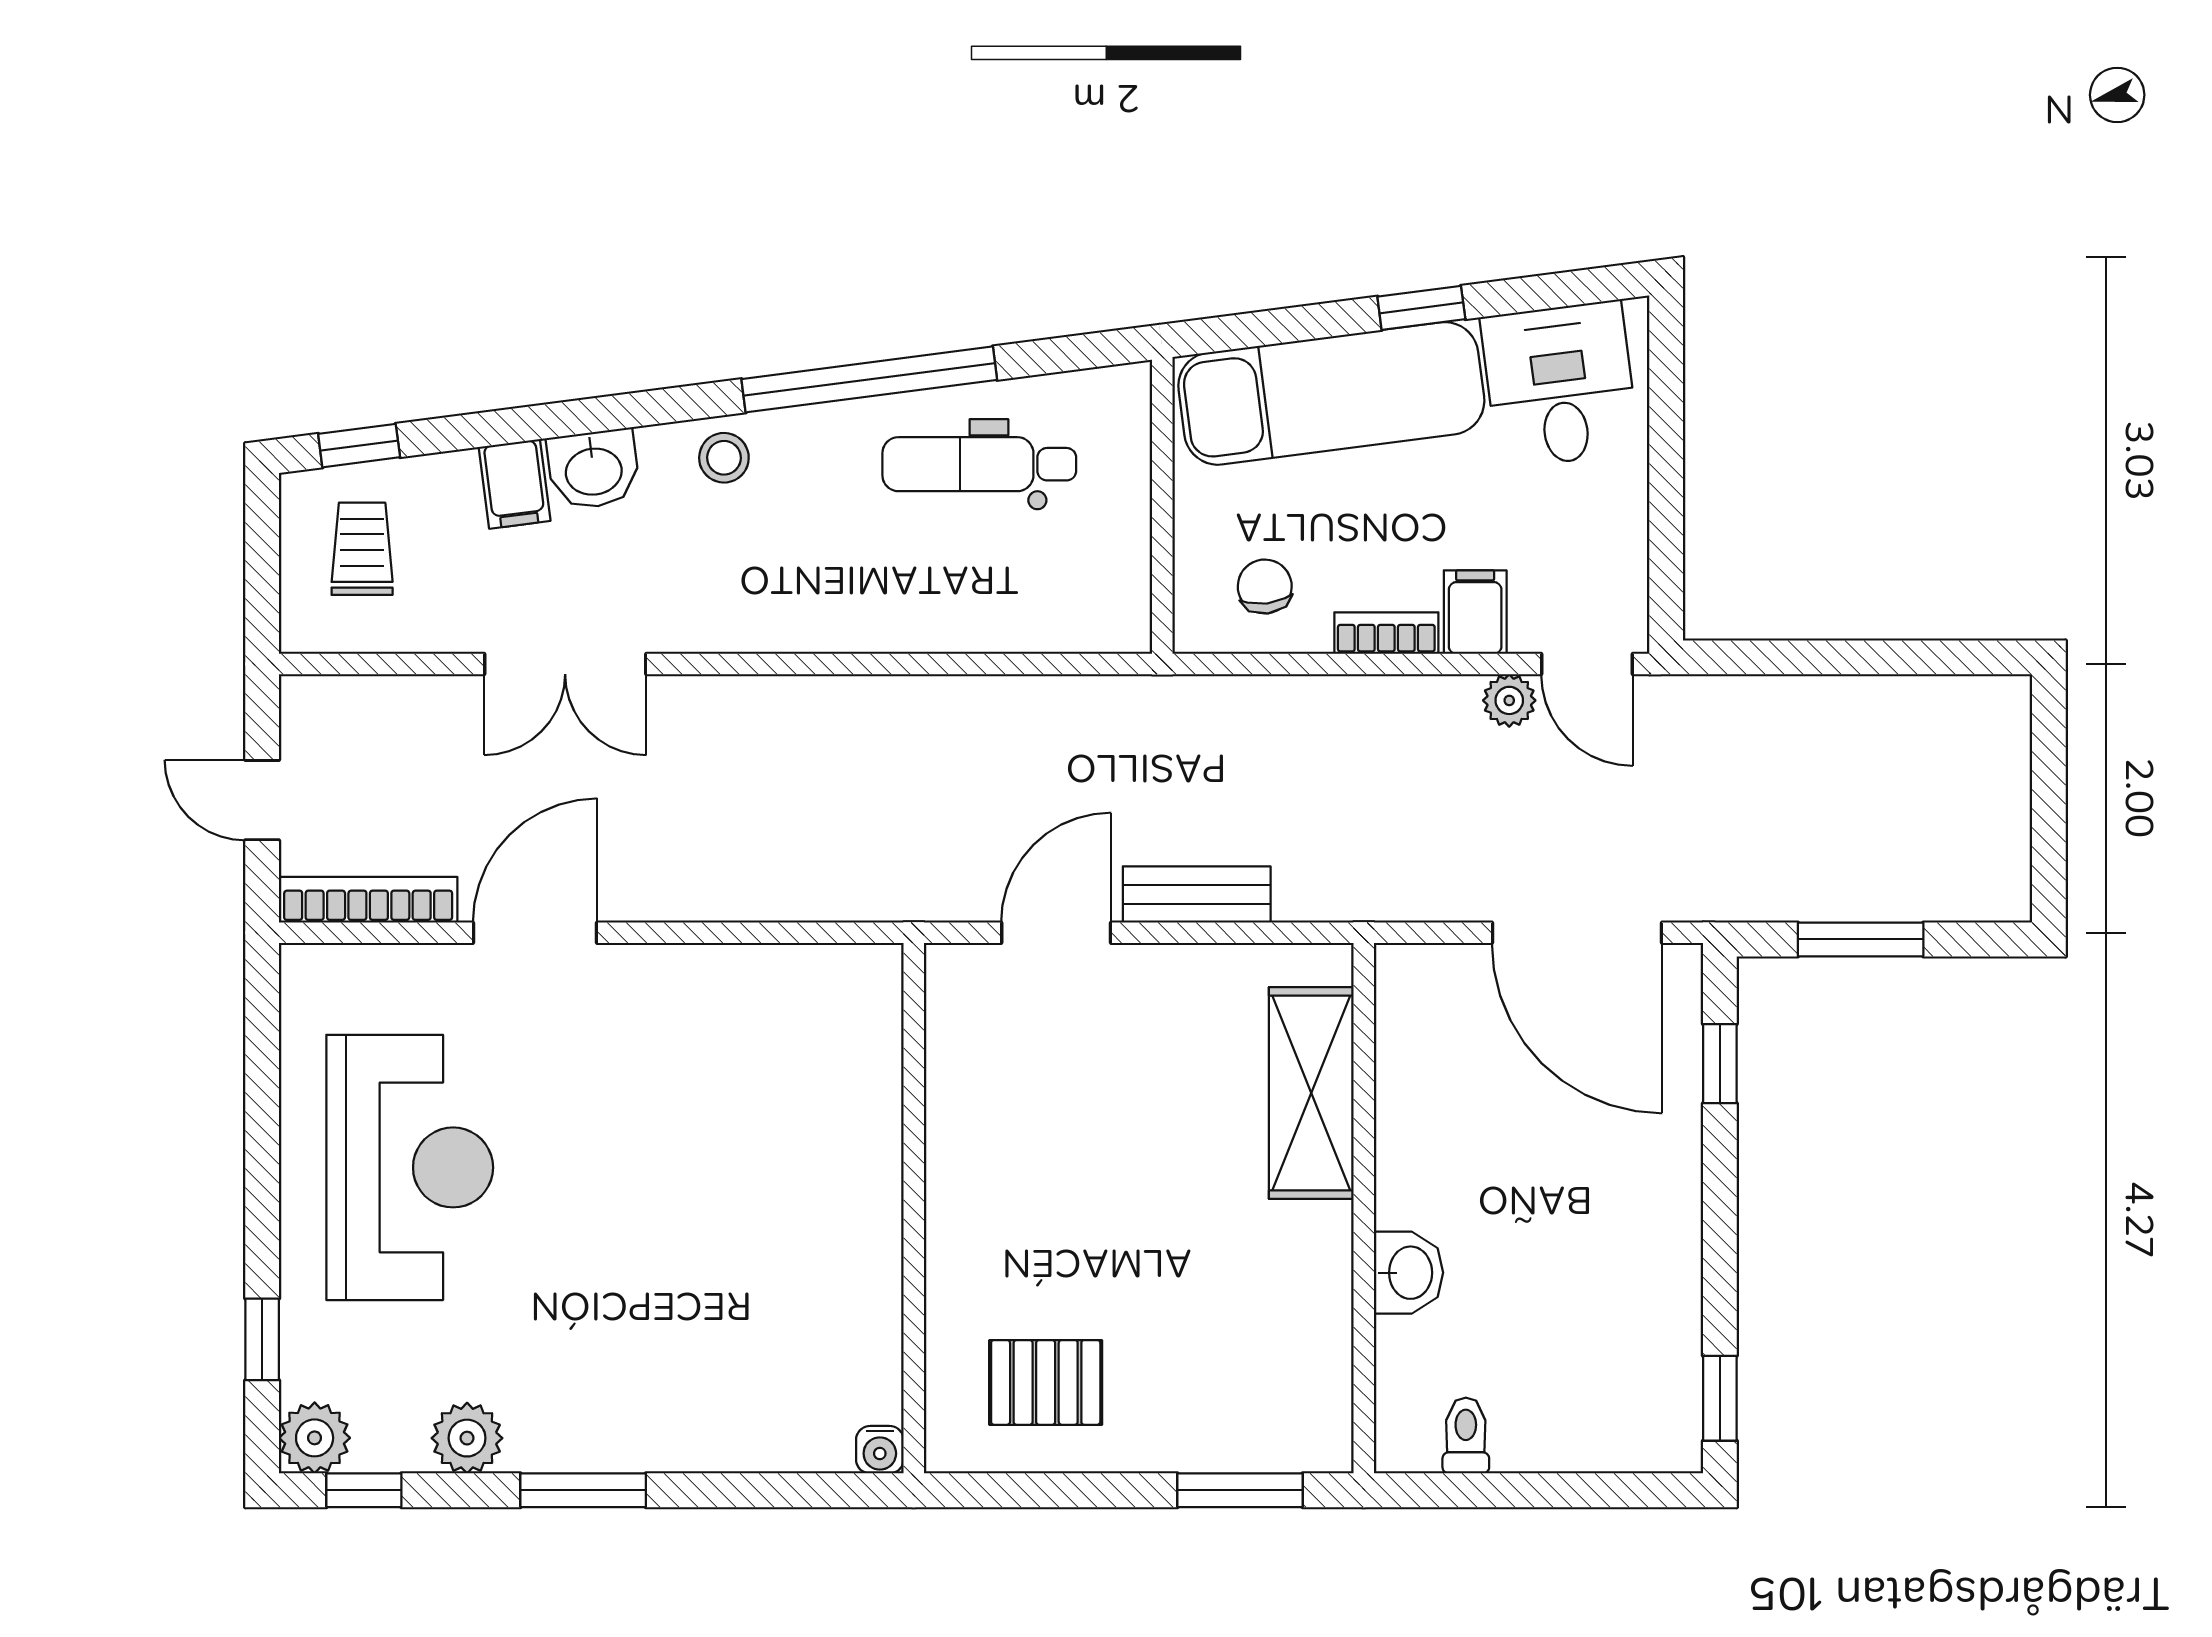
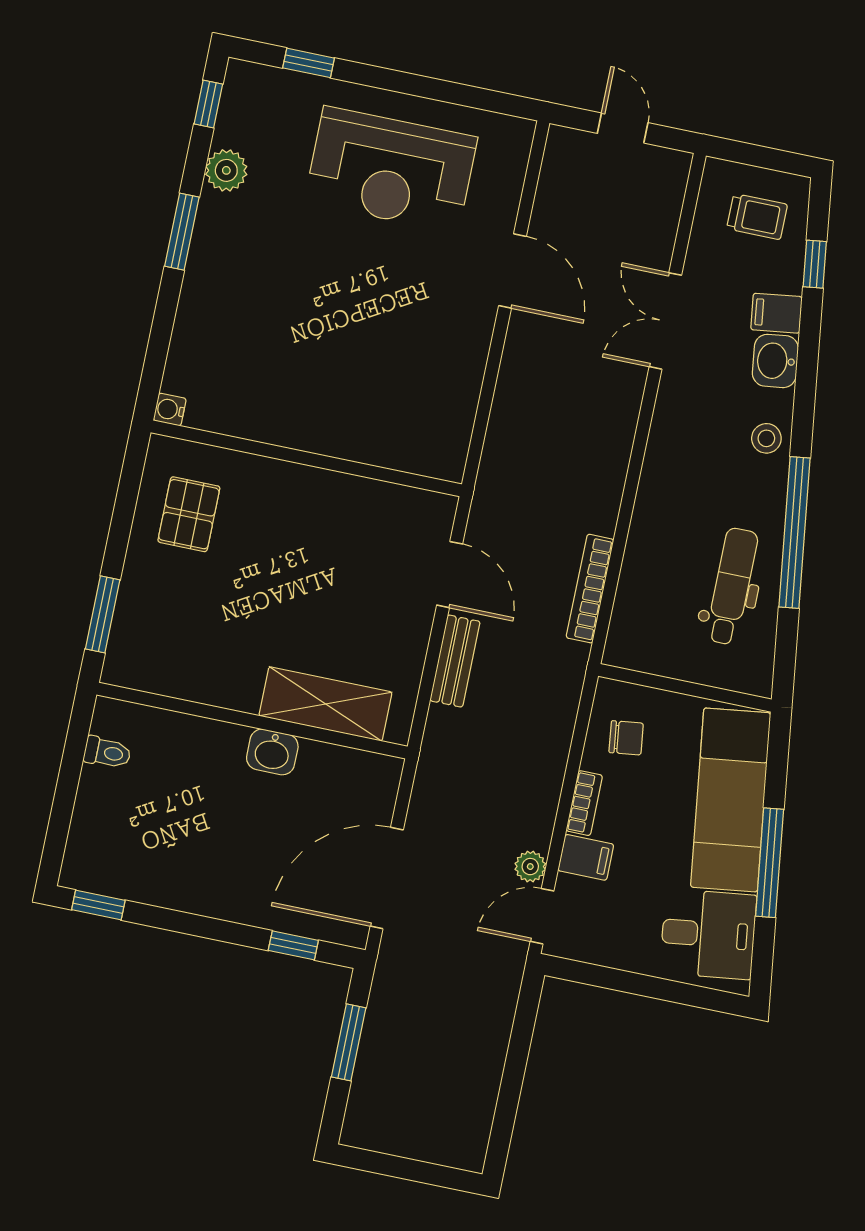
window: (1421, 308) -> (770, 863), width x2.17
window: (359, 446) -> (815, 264), moved
door: (262, 800) -> (623, 128), hinge flipped
bookcase: (368, 900) -> (590, 589), moved, turned 180
washbasin: (1409, 1273) -> (272, 752), moved
plant: (315, 1438) -> (245, 82), removed

